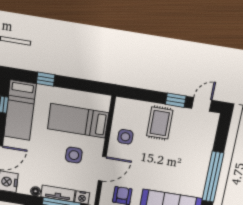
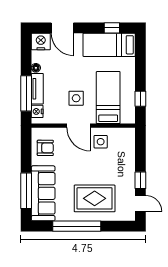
window: (46, 79) -> (140, 99), moved
rug: (160, 123) -> (95, 198), moved, width x1.36, depth x1.43
door: (102, 169) -> (78, 126), moved

